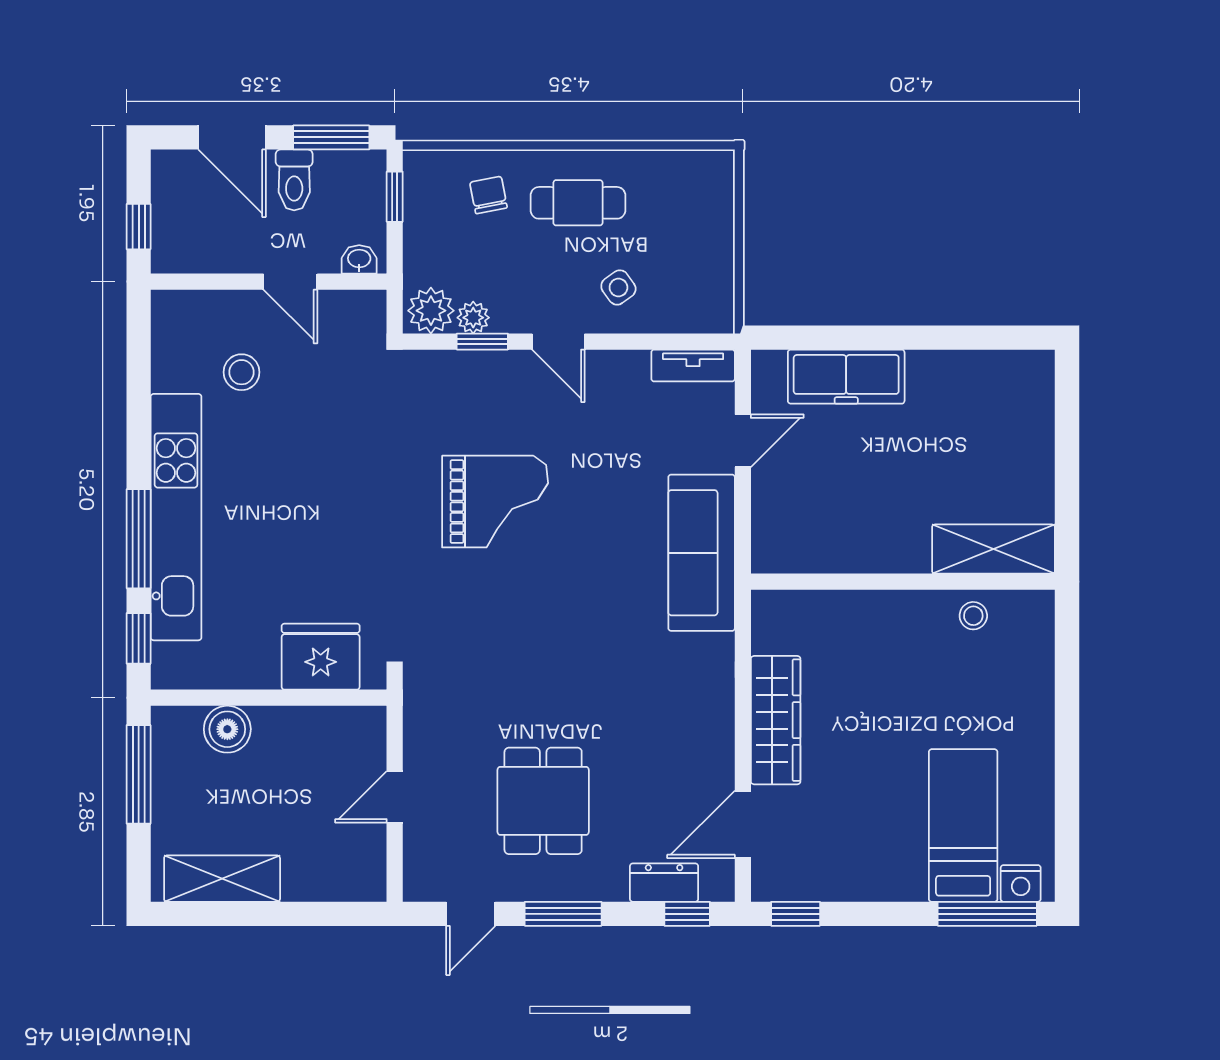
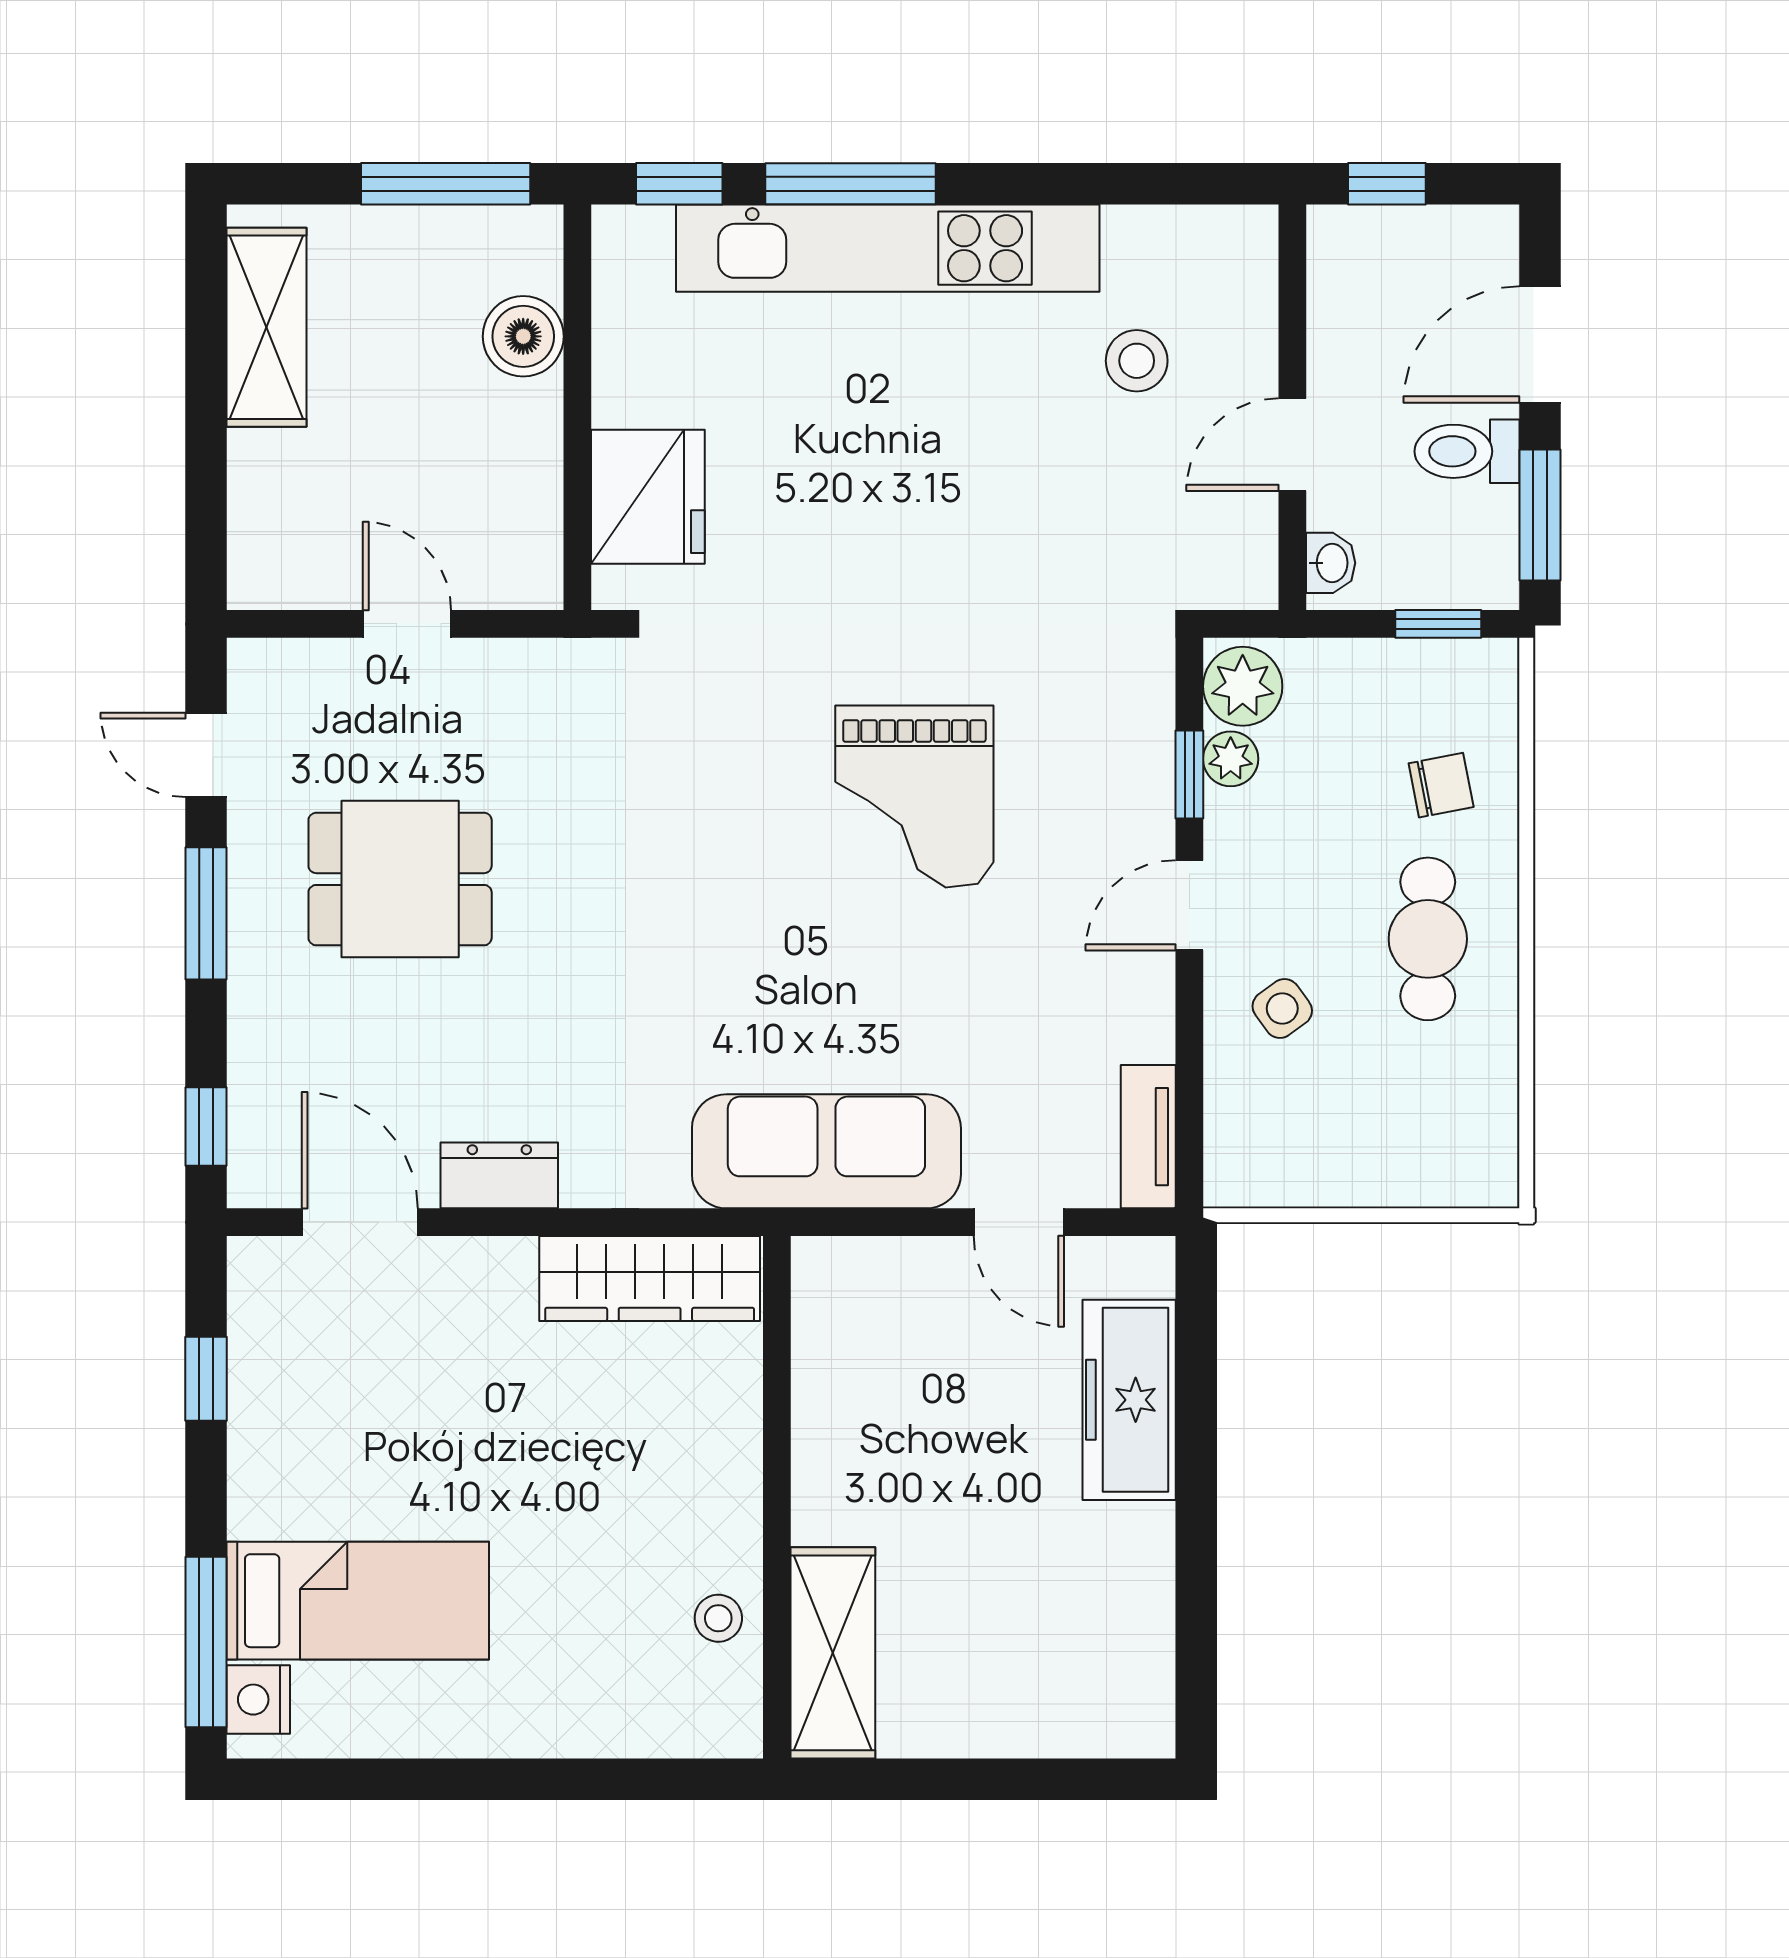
wardrobe: (776, 720) -> (650, 1279), moved
dresser: (664, 883) -> (499, 1175), moved, turned -90
window: (796, 914) -> (206, 1379), moved

